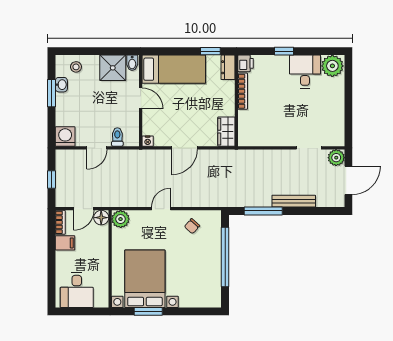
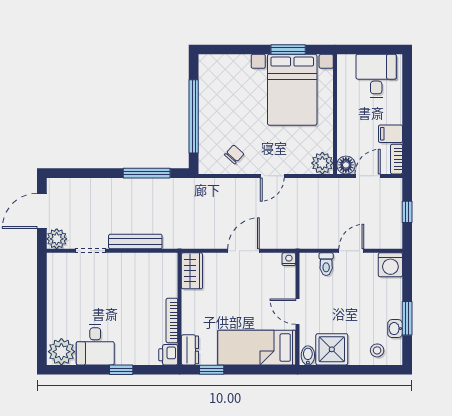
bench: (294, 201) -> (135, 241), moved

